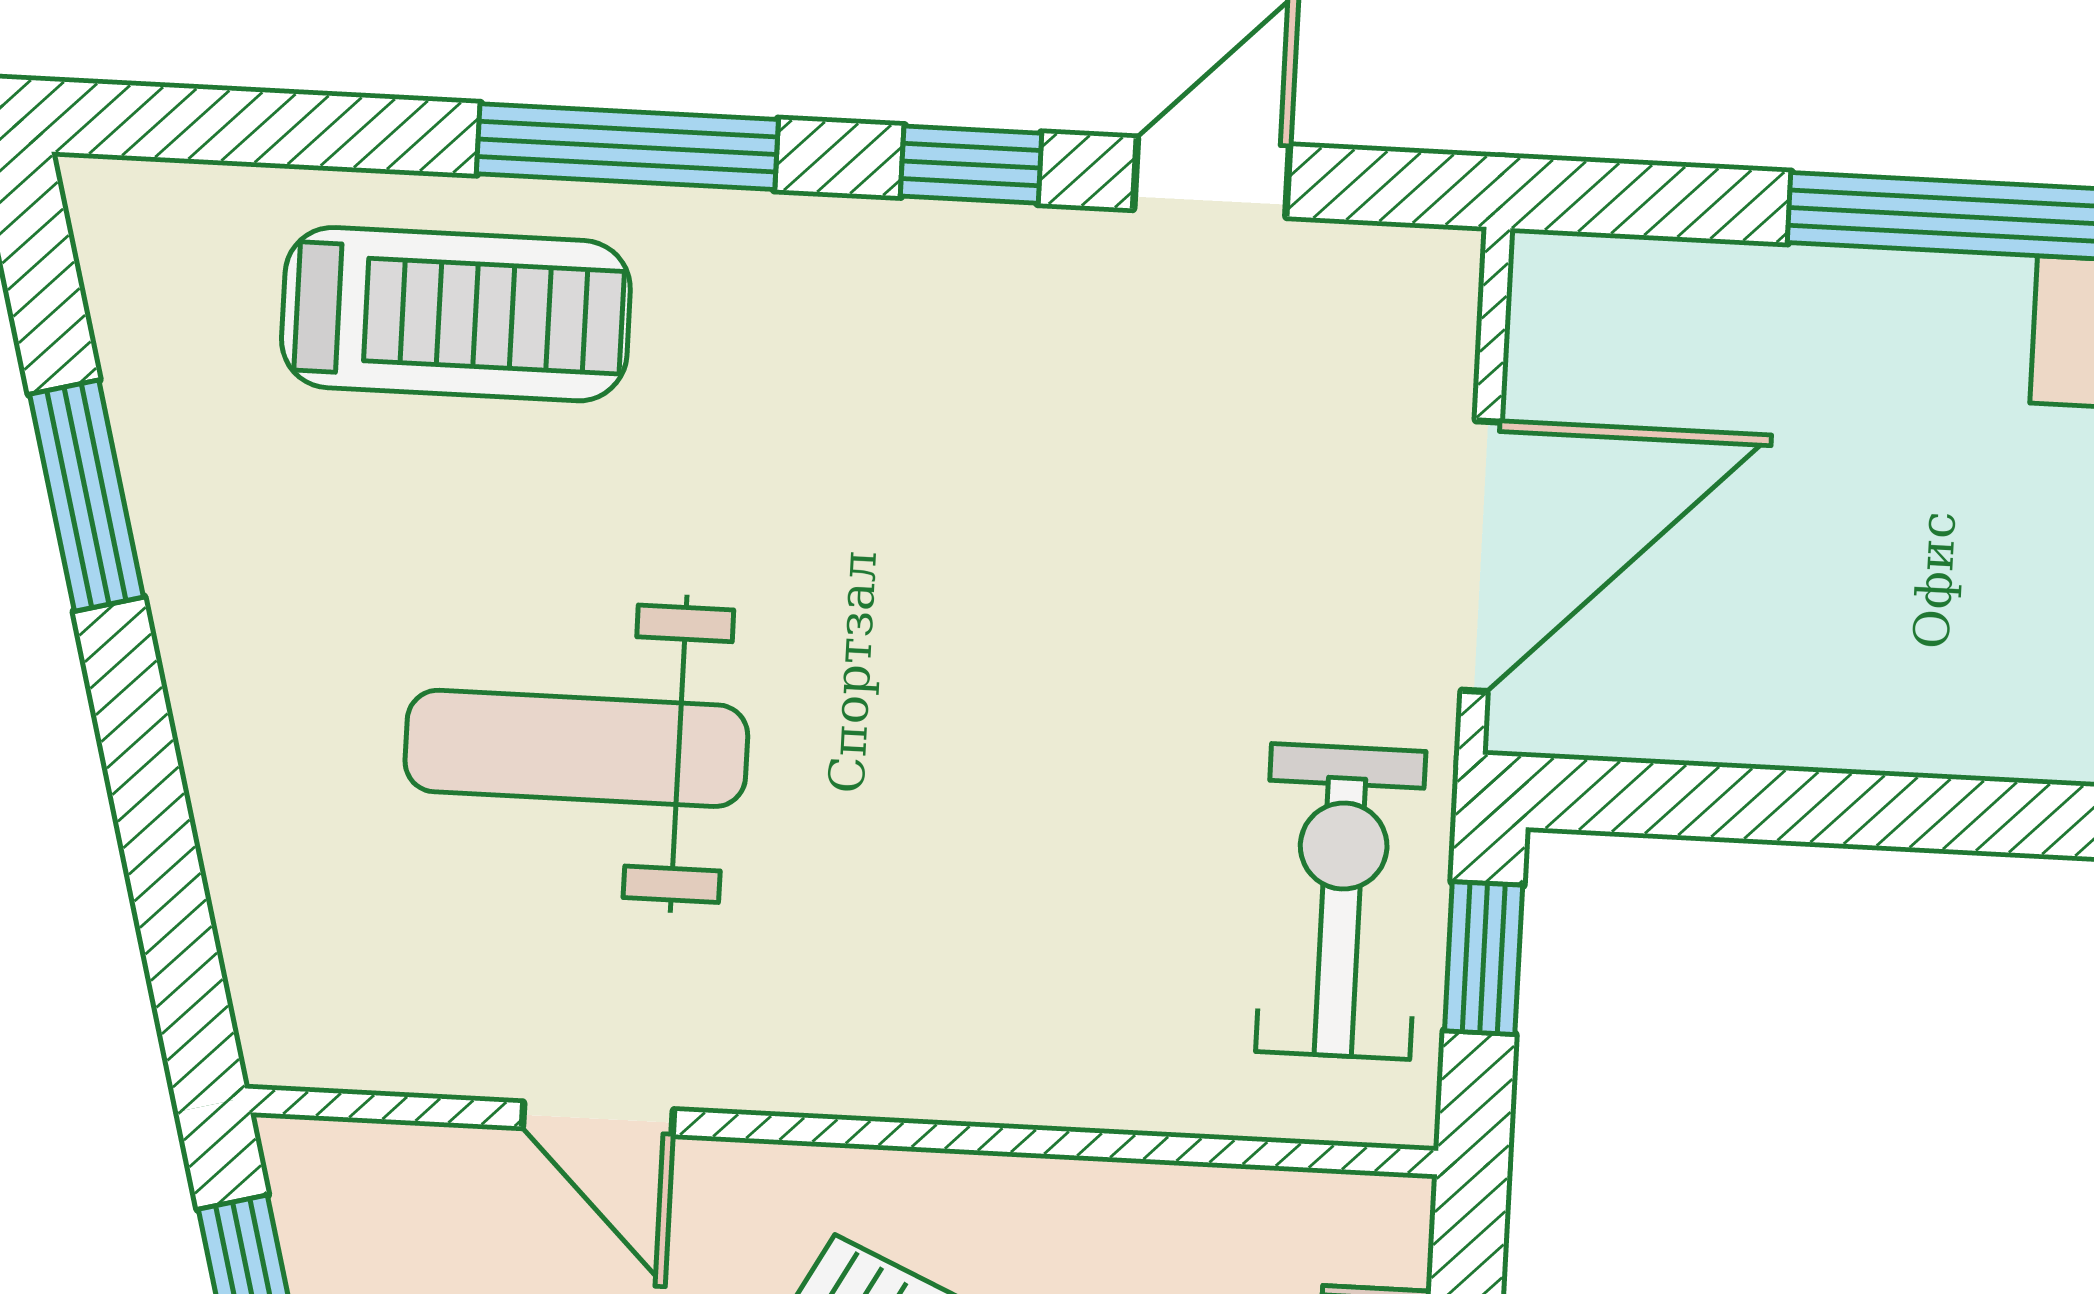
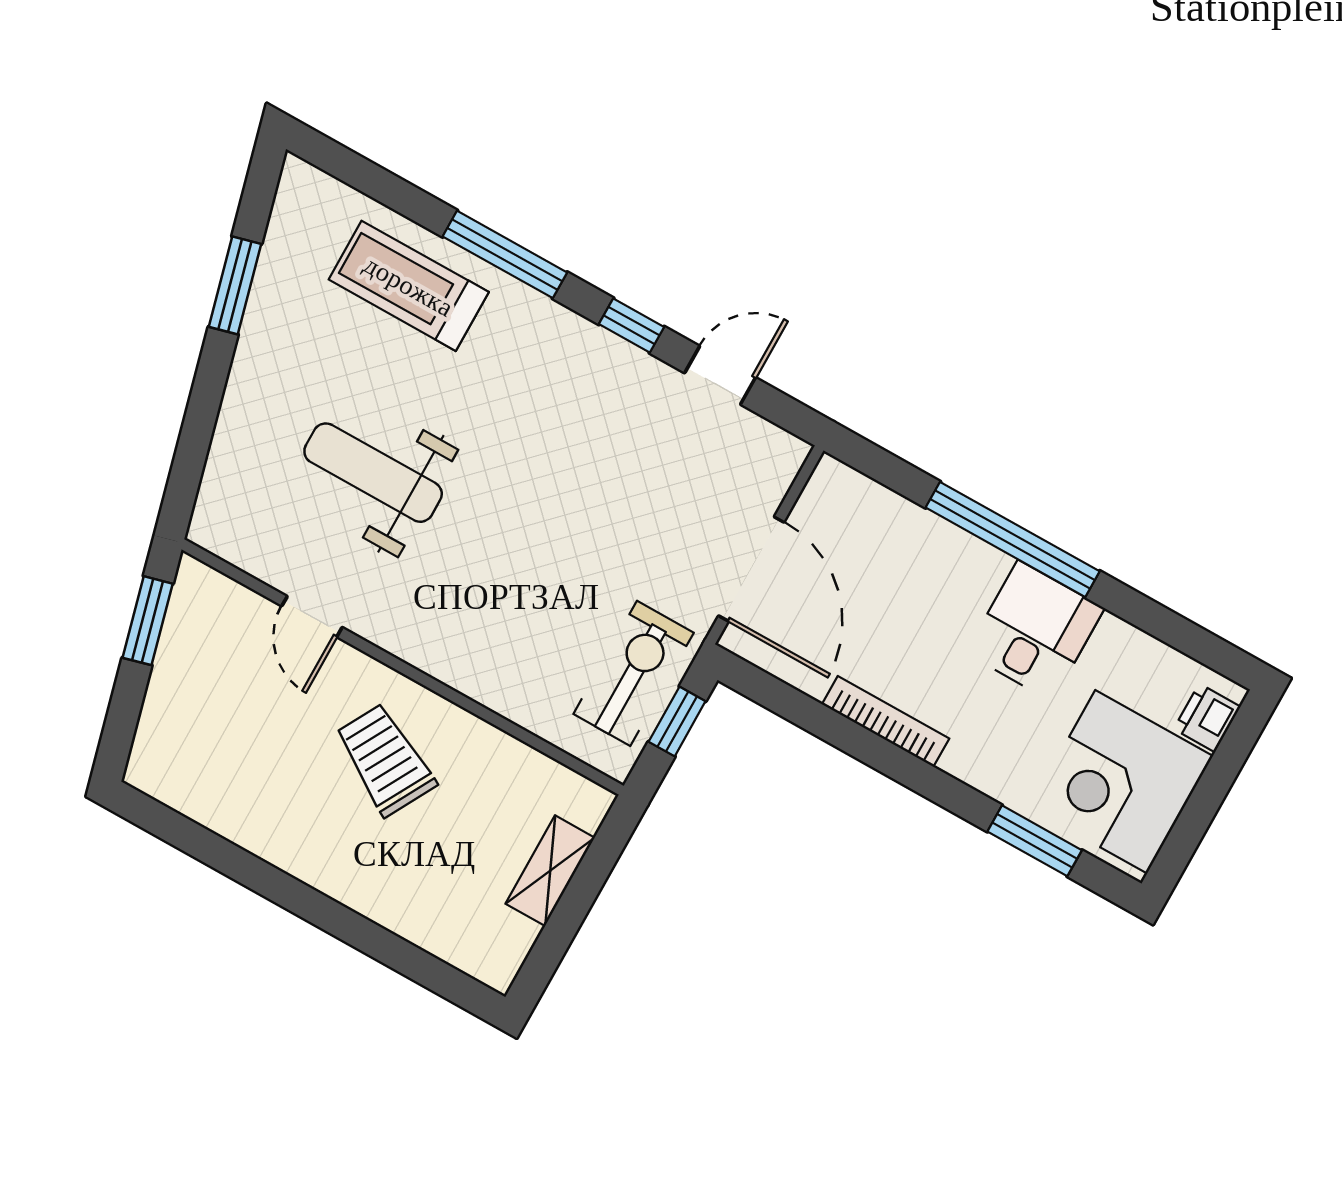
treadmill: (456, 314) -> (409, 286), turned 180
door: (1481, 556) -> (751, 569), hinge flipped
bookcase: (1926, 739) -> (886, 721), added

